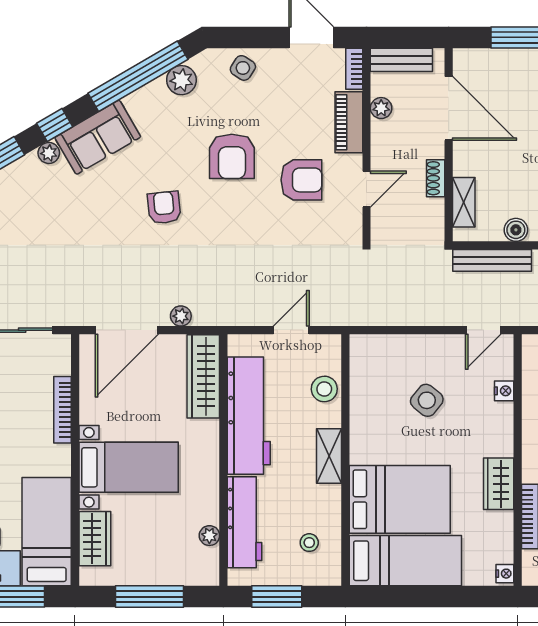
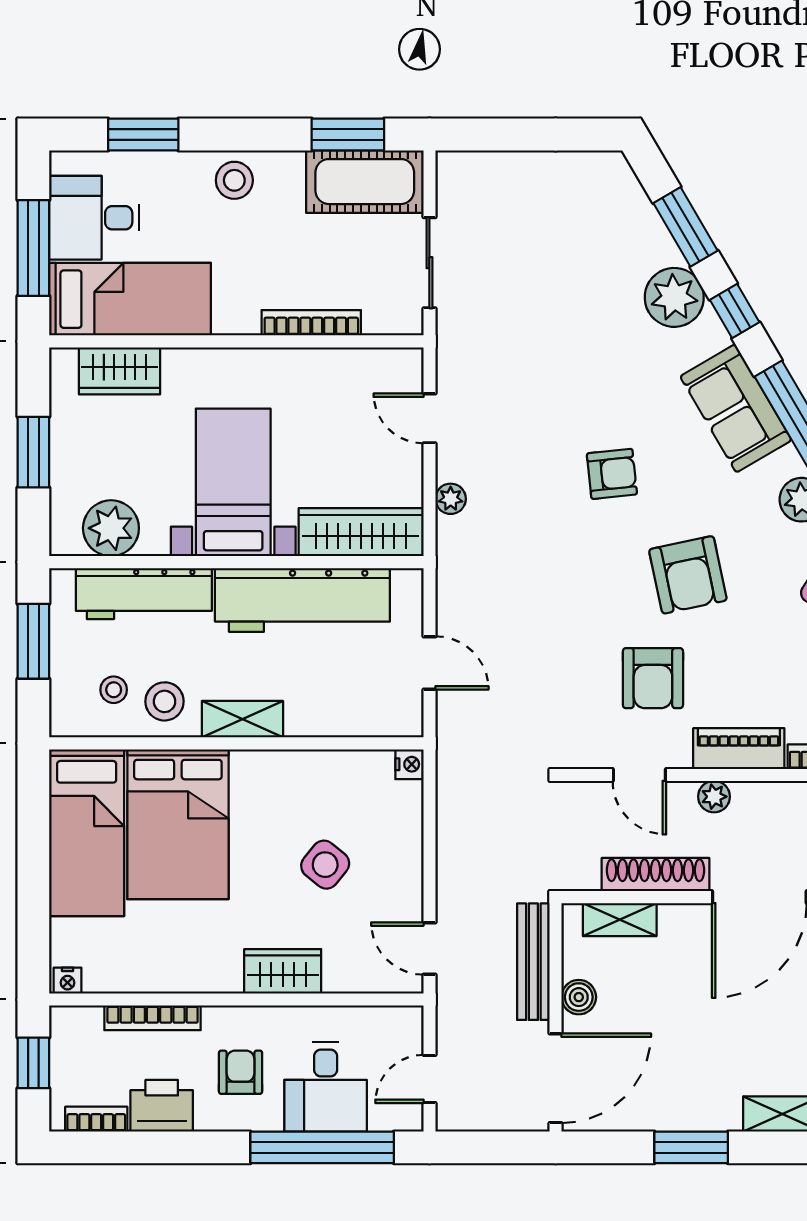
plant: (381, 108) -> (714, 797), moved
sofa: (98, 137) -> (736, 408), moved
plant: (49, 153) -> (674, 297), width x1.87, depth x1.87
armchair: (232, 156) -> (688, 575), turned -102
shoe rack: (436, 178) -> (656, 875), width x1.94, depth x1.24
door: (127, 330) -> (429, 418), width x0.53
stool: (324, 389) -> (165, 701), moved
nightstand: (504, 391) -> (409, 764), moved, turned -90
bed with nightstands: (129, 467) -> (233, 482), moved, turned 180
wardrobe: (499, 484) -> (283, 971), moved
plant: (209, 536) -> (111, 528), width x1.87, depth x1.87
window: (150, 597) -> (33, 452), width x0.69

